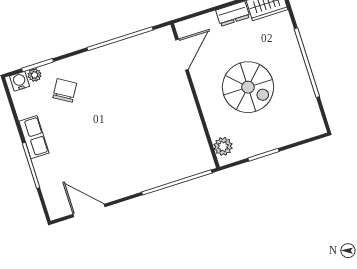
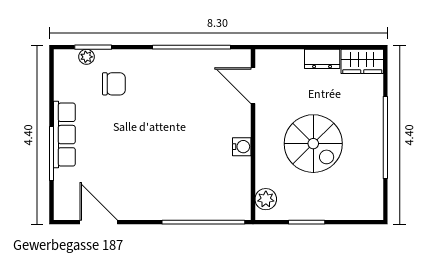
door: (182, 55) -> (253, 86), swing flipped
water cooler: (20, 81) -> (242, 147), moved, turned 90
chair: (65, 90) -> (114, 84), turned 59
row of seats: (34, 137) -> (64, 135), width x1.48

